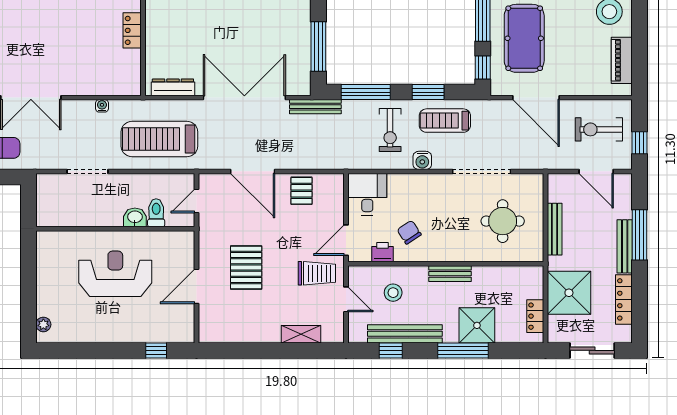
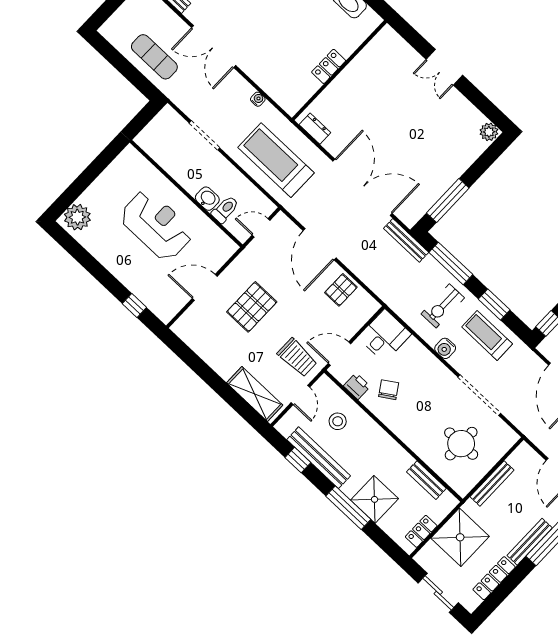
dresser: (173, 87) -> (315, 129), width x0.70
bench: (450, 274) -> (426, 480), moved
plant: (43, 324) -> (77, 217), width x1.87, depth x1.87
shelving: (301, 334) -> (255, 394), width x1.50, depth x1.33

